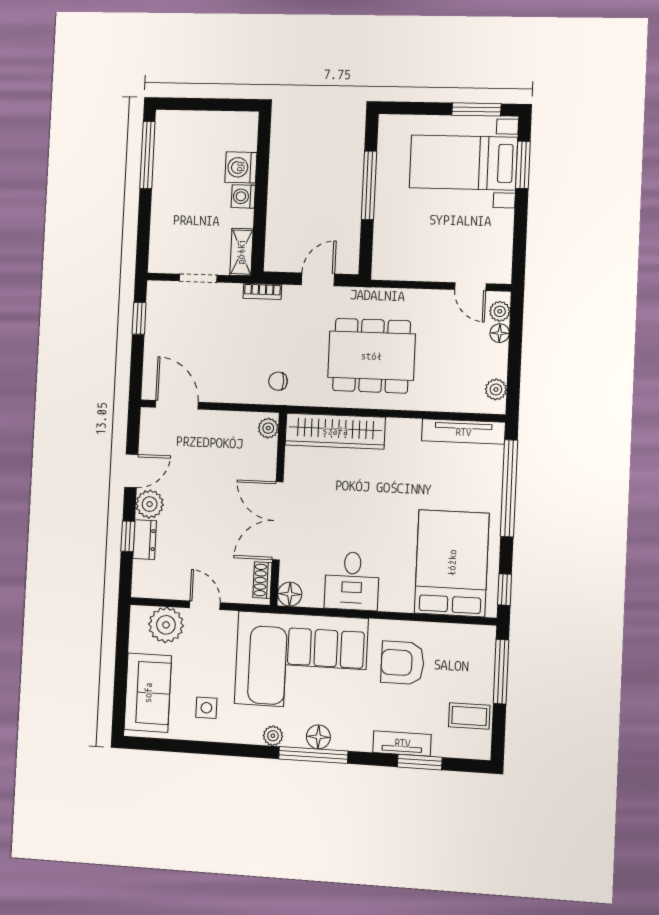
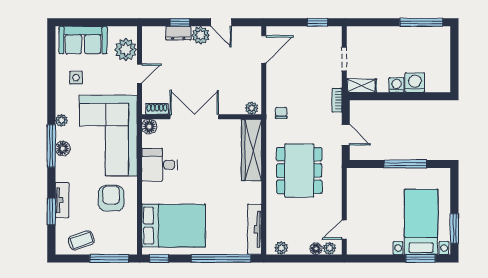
coffee table: (469, 716) -> (81, 240), turned 71

